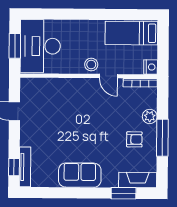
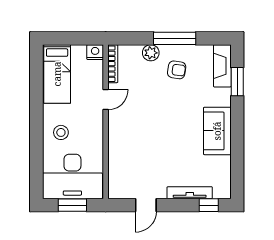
stool: (91, 64) -> (61, 132), moved
armchair: (134, 139) -> (177, 70), turned 98
tv unit: (25, 167) -> (190, 193), moved

